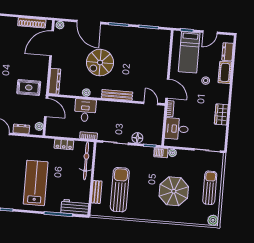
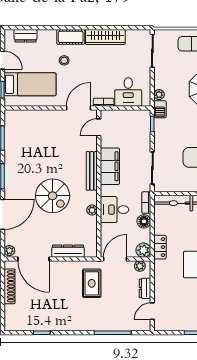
cot: (225, 72) -> (71, 37), moved
dresser: (55, 81) -> (68, 251), moved
filing cabinet: (119, 110) -> (110, 166), added
wardrobe: (221, 114) -> (105, 37), width x1.50
plant: (51, 130) -> (143, 250), added
floor lamp: (137, 138) -> (144, 221), moved
locker: (64, 144) -> (160, 247), moved

